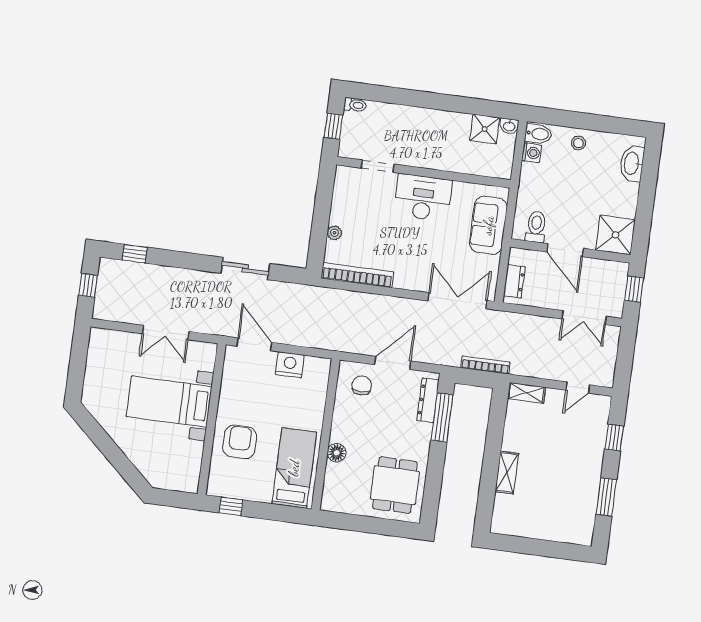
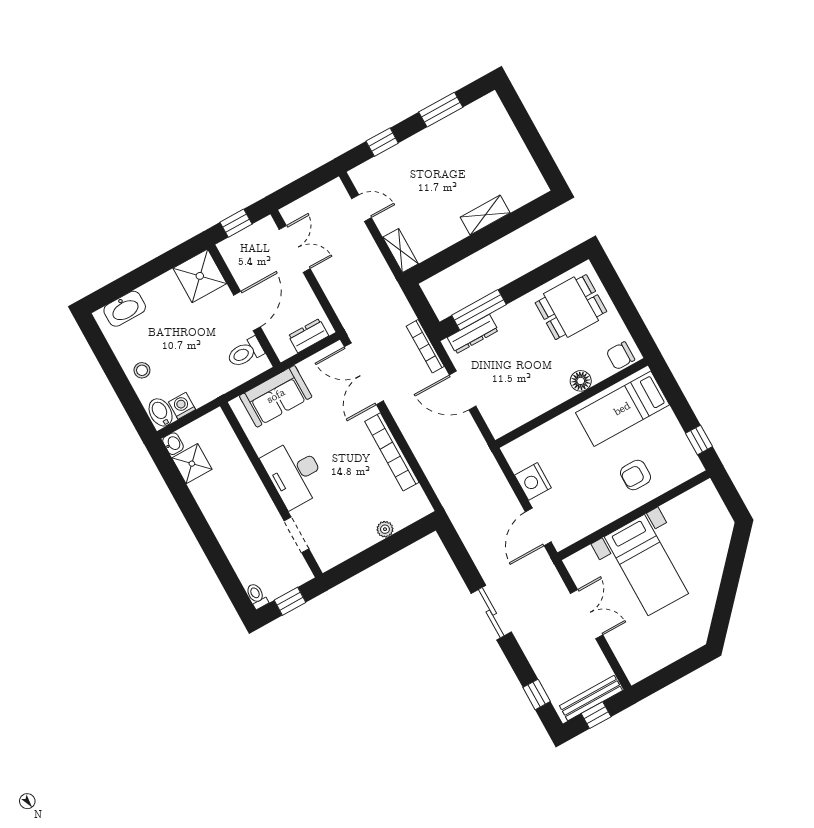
sliding door: (245, 268) -> (491, 613), moved
bookcase: (357, 275) -> (392, 452), moved
bench: (103, 291) -> (591, 698), added
bookcase: (485, 365) -> (425, 346), moved
chair: (362, 386) -> (620, 356), moved
armchair: (240, 442) -> (635, 475), width x0.72, depth x0.72

